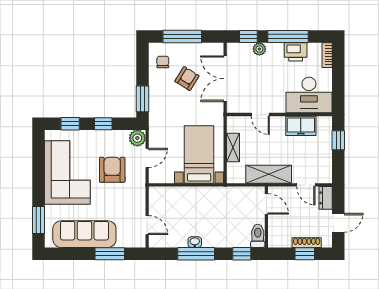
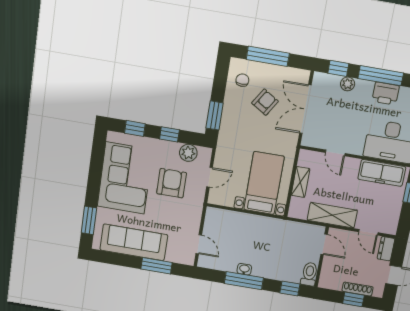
freezer: (301, 126) -> (382, 173), width x1.40
plant: (137, 138) -> (188, 153), moved

